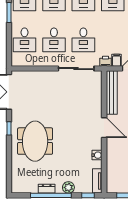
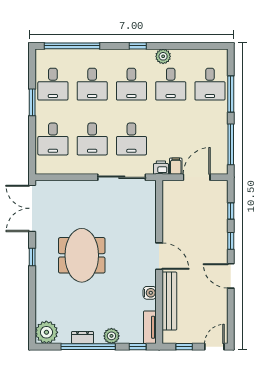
bench: (112, 93) -> (169, 301), moved
meeting table: (35, 141) -> (82, 255), moved
plant: (20, 185) -> (46, 332), added

